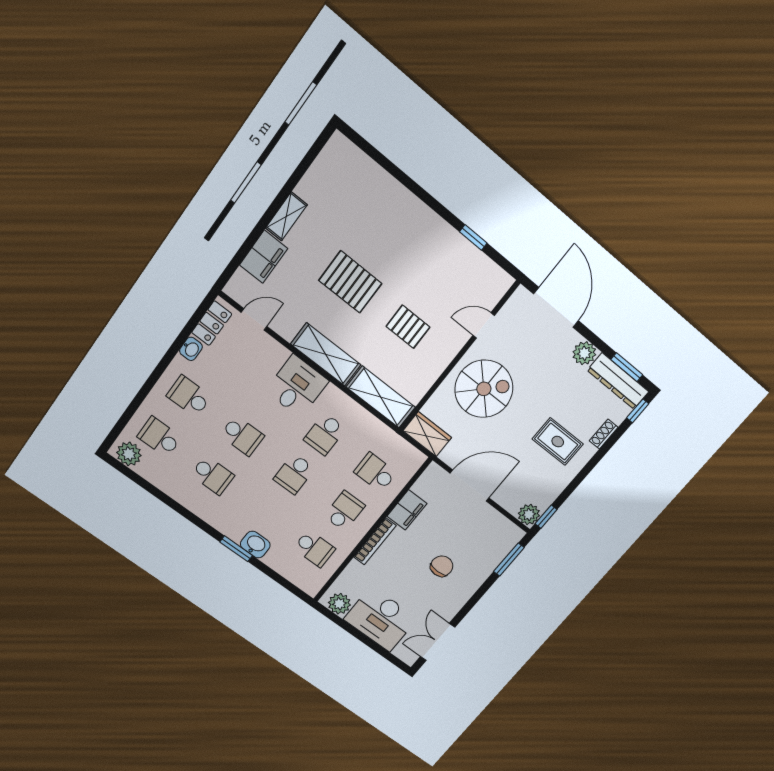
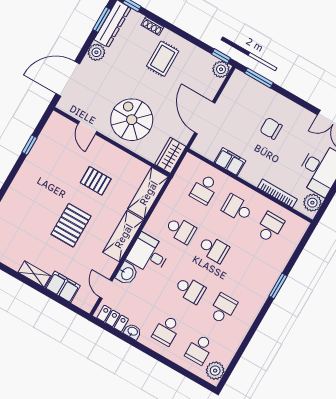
pallet: (408, 327) -> (96, 181), turned 90
school desk: (242, 436) -> (190, 290), turned 90
bookcase: (375, 541) -> (277, 193), moved
washbasin: (255, 545) -> (127, 273), moved, turned 180

